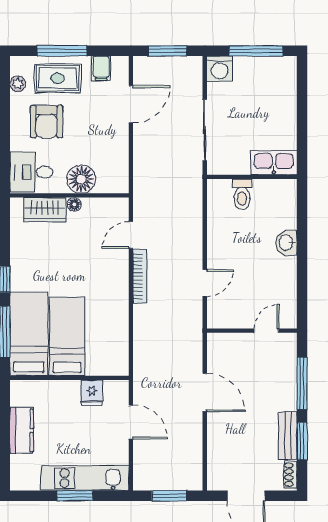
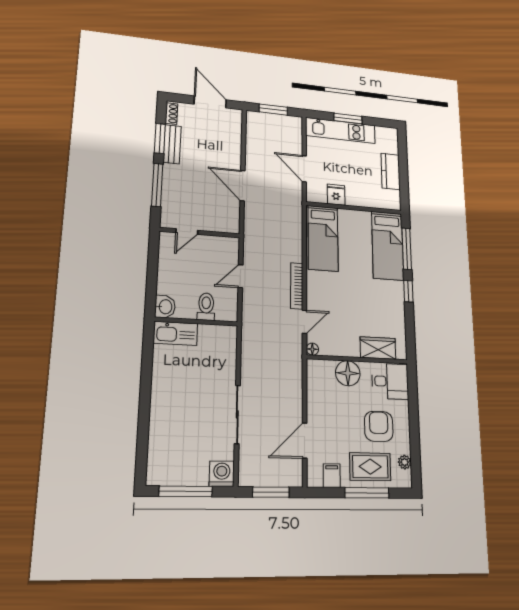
kitchen sink: (274, 163) -> (175, 333), moved
wall: (252, 177) -> (196, 322), moved
toilet: (242, 194) -> (206, 307), moved
floor lamp: (74, 204) -> (312, 349), moved
bed: (67, 336) -> (323, 238), moved

